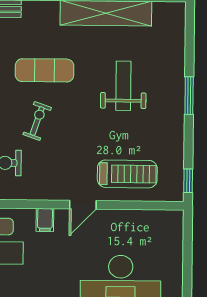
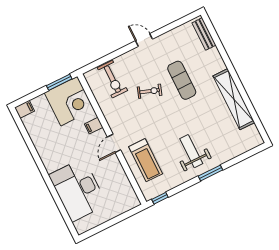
weight bench: (123, 86) -> (191, 151), moved, turned -90
door: (83, 205) -> (114, 143), hinge flipped

